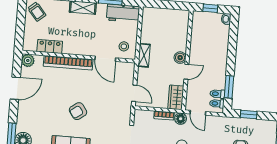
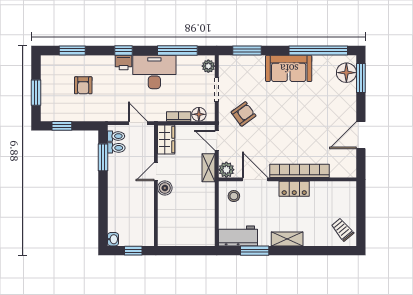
locker: (50, 46) -> (294, 189), moved
shelving: (144, 55) -> (208, 168), moved
plant: (28, 60) -> (226, 170), moved
armchair: (78, 111) -> (244, 114), moved
window: (249, 115) -> (62, 126), moved
floor lamp: (181, 119) -> (199, 114), moved

